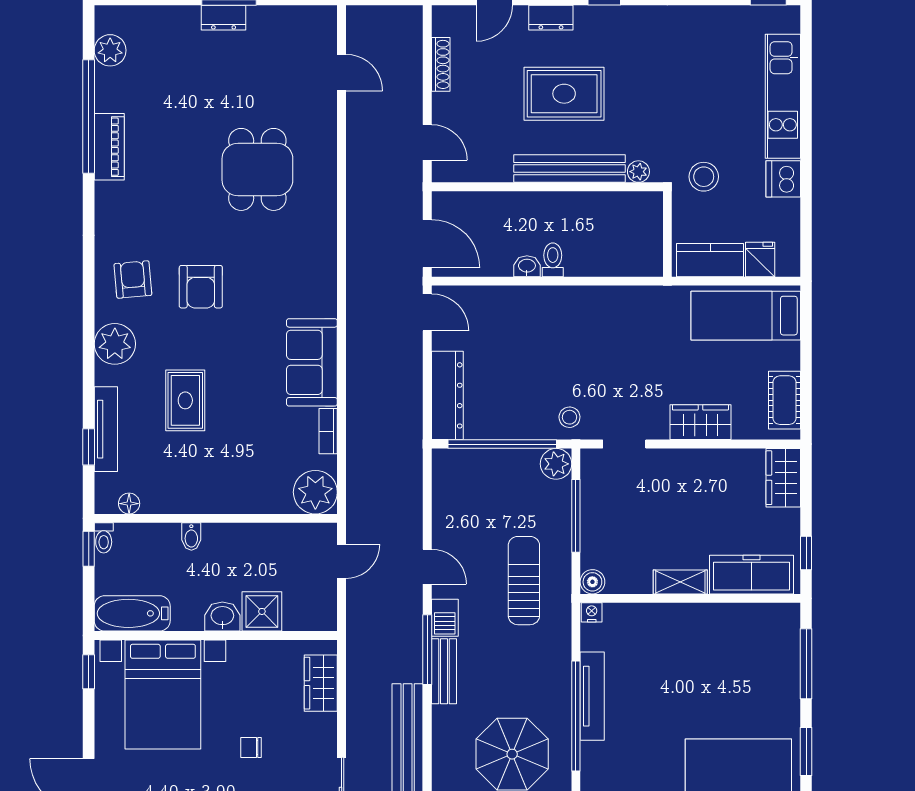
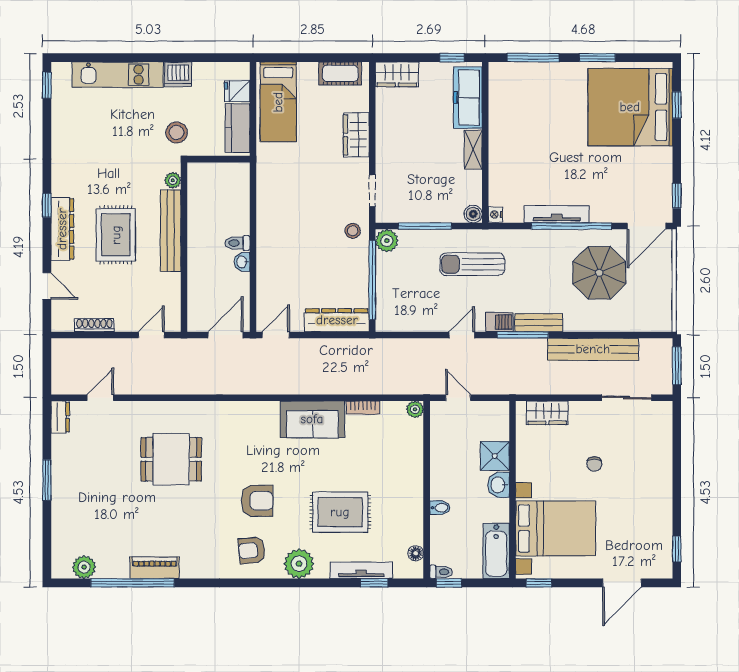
dresser: (224, 18) -> (60, 417), moved
dresser: (551, 18) -> (62, 229), width x1.96, depth x1.24
rug: (185, 400) -> (340, 512), width x1.36, depth x1.43
plant: (315, 492) -> (415, 409), width x0.53, depth x0.53

